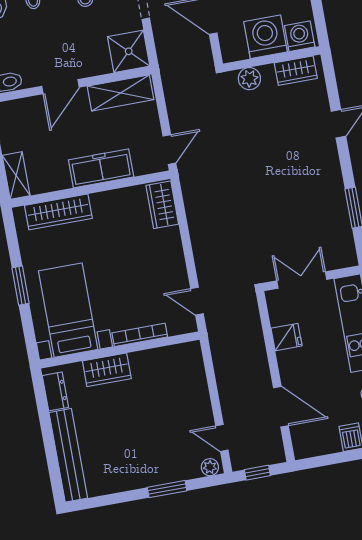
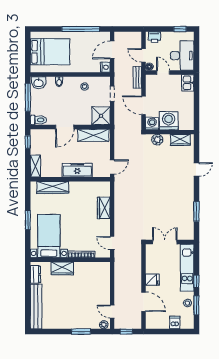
washing machine: (300, 36) -> (152, 124), moved
wardrobe: (162, 205) -> (104, 208), moved
fridge: (287, 337) -> (152, 280), moved

